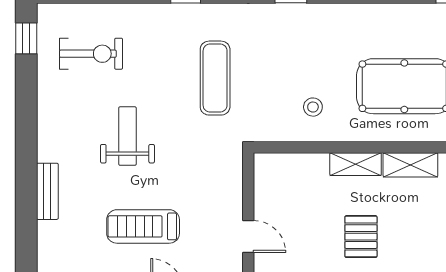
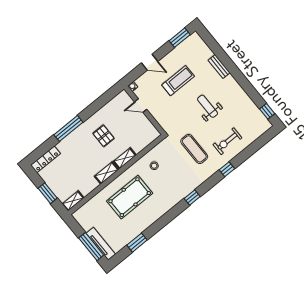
exercise bike: (91, 54) -> (227, 141), moved
weight bench: (127, 136) -> (208, 106), turned 180

